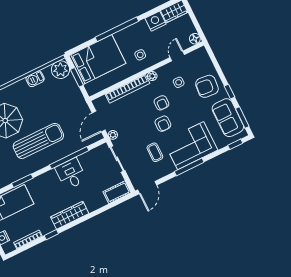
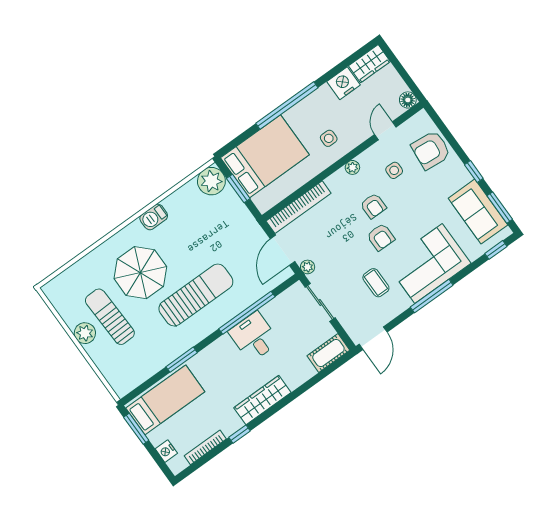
barbecue: (35, 79) -> (154, 217), moved
armchair: (207, 86) -> (431, 150), moved
bookcase: (127, 89) -> (299, 207), moved

